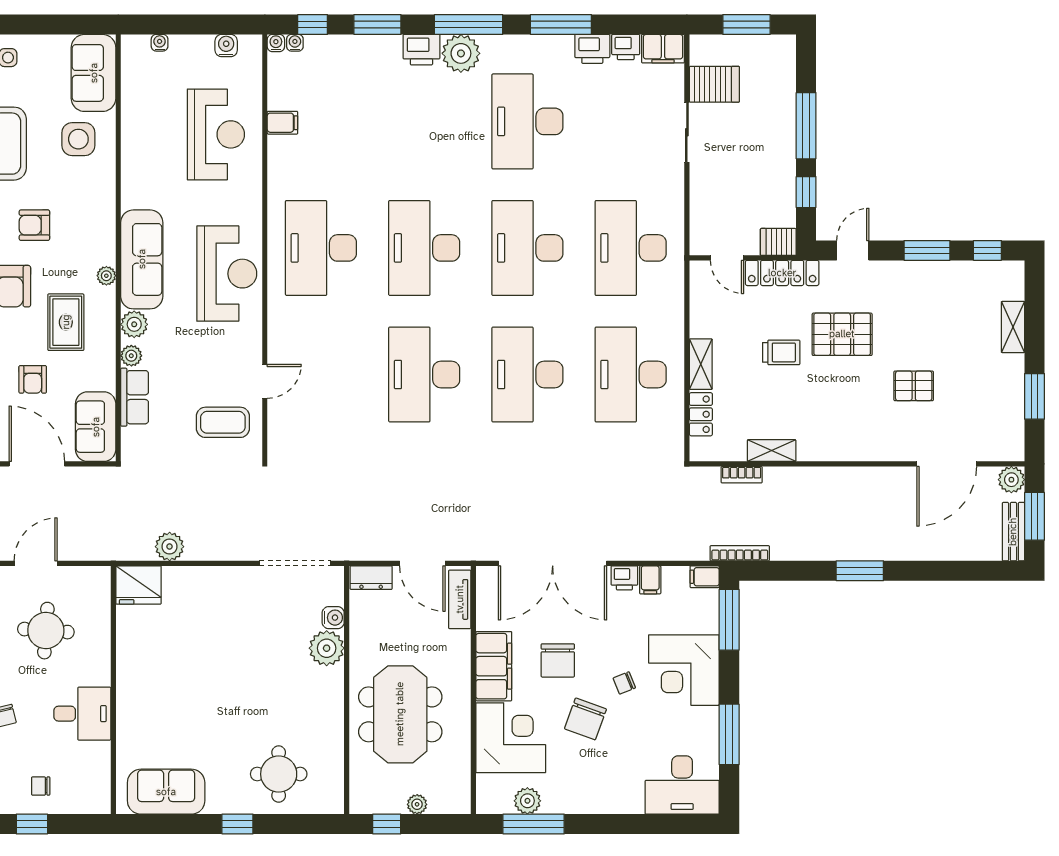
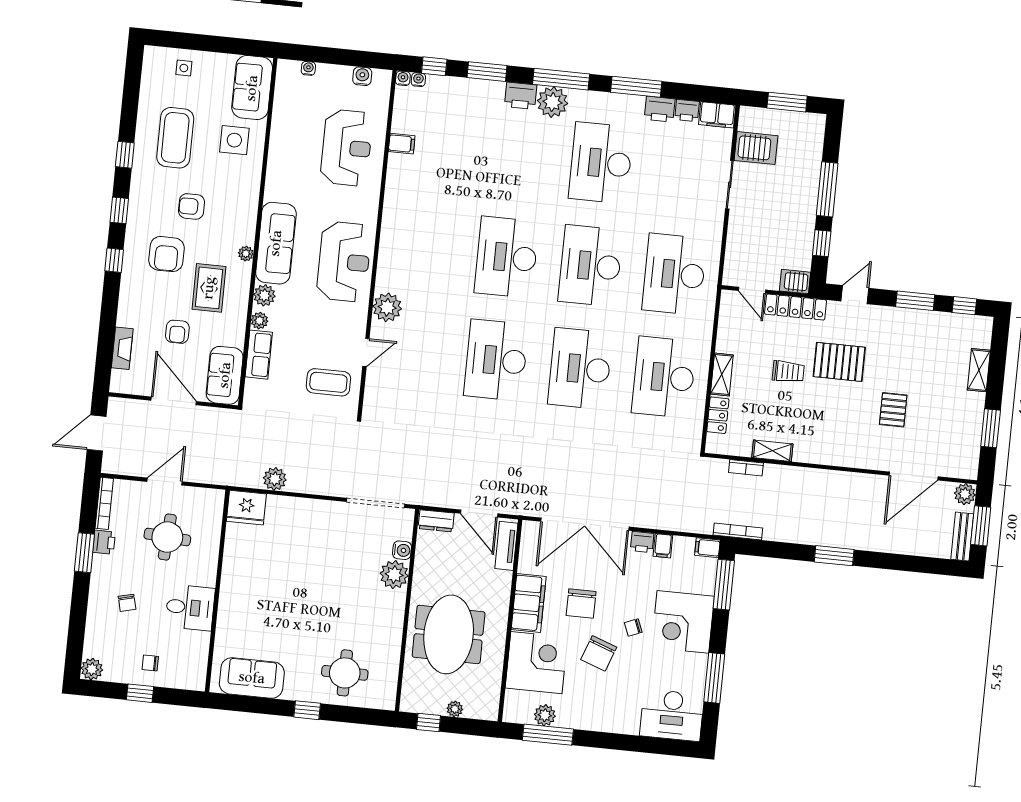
desk: (321, 248) -> (423, 249), removed
plant: (285, 324) -> (387, 307), added
pallet: (914, 386) -> (893, 410), turned 90

